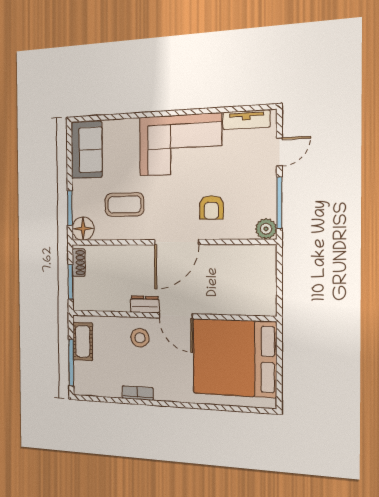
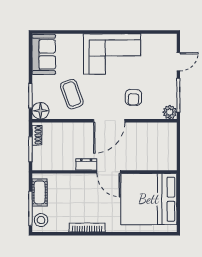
tv unit: (246, 120) -> (157, 40), removed
coffee table: (124, 205) -> (72, 94), turned 70
stool: (140, 338) -> (41, 220), moved
bookcase: (138, 393) -> (87, 228), width x1.56

